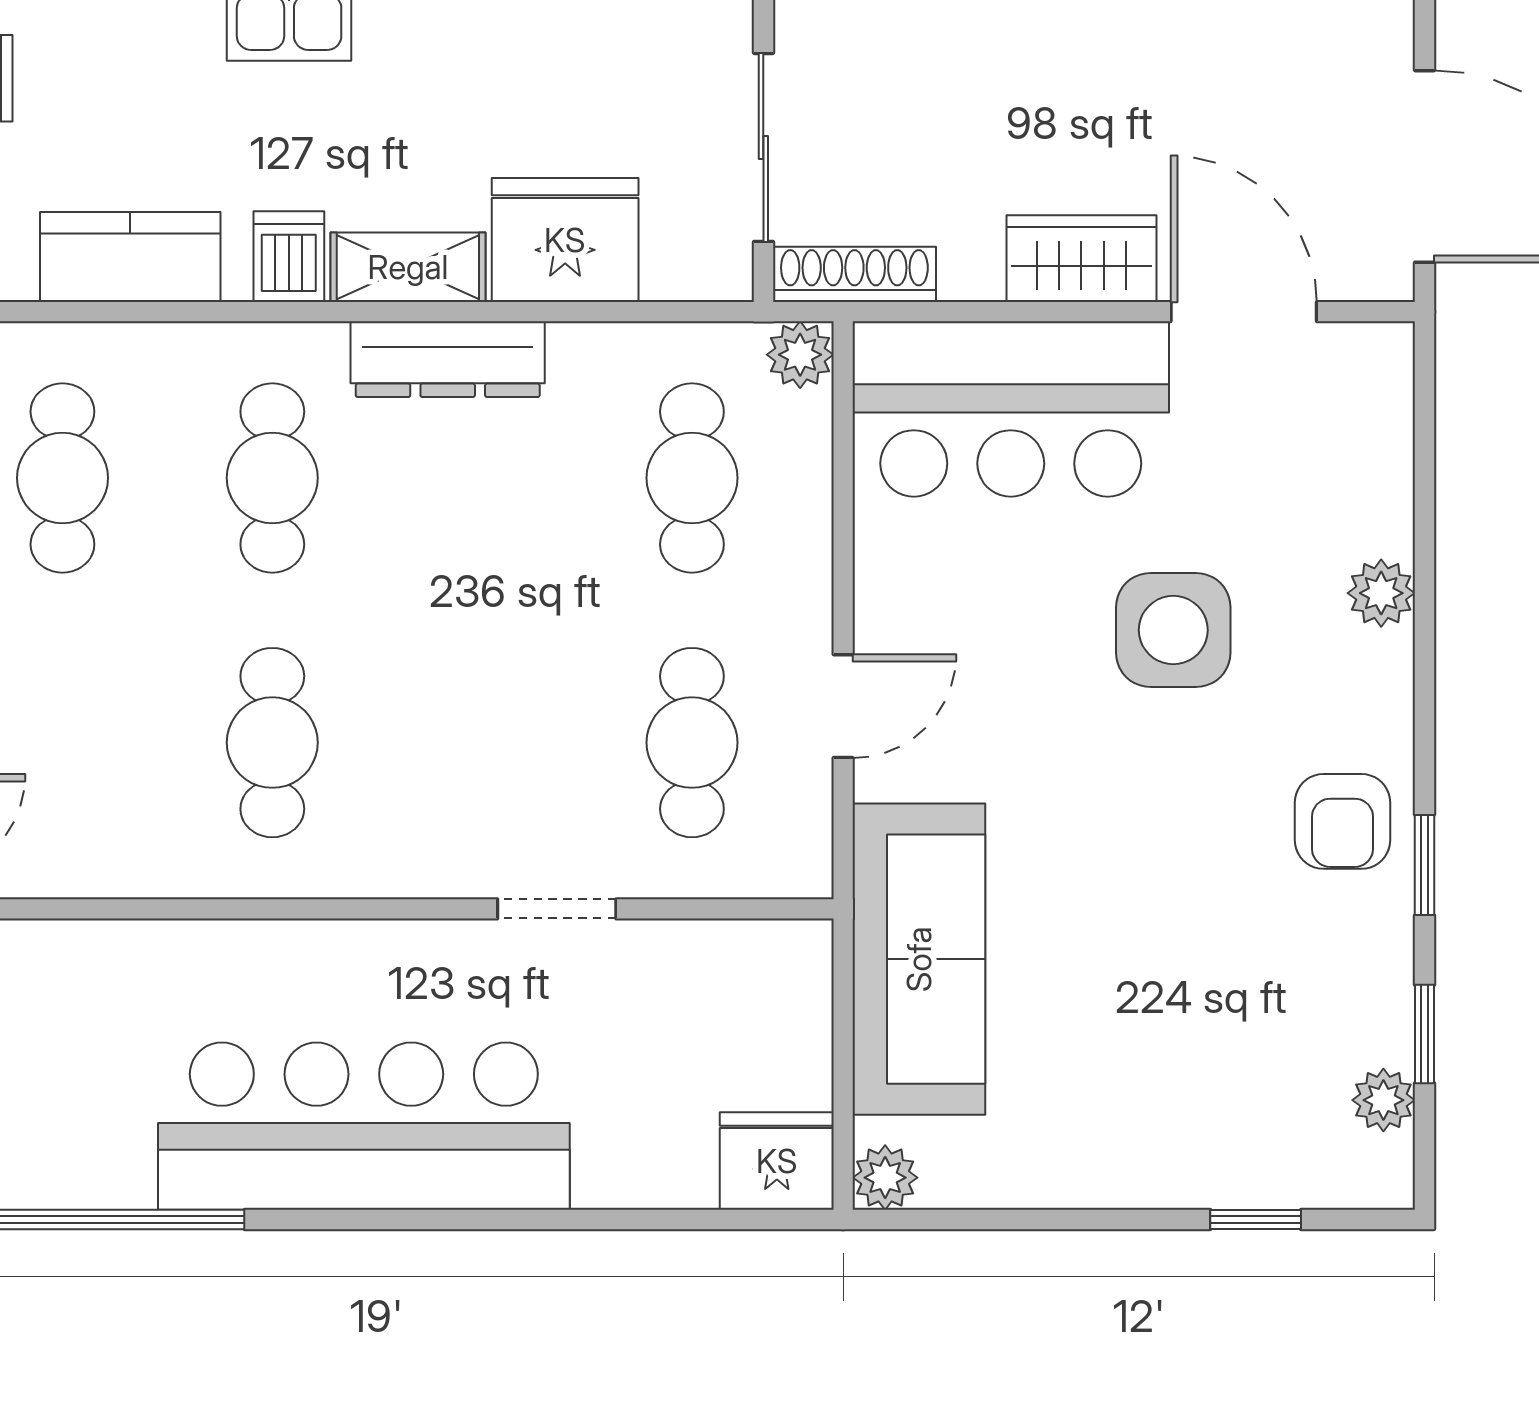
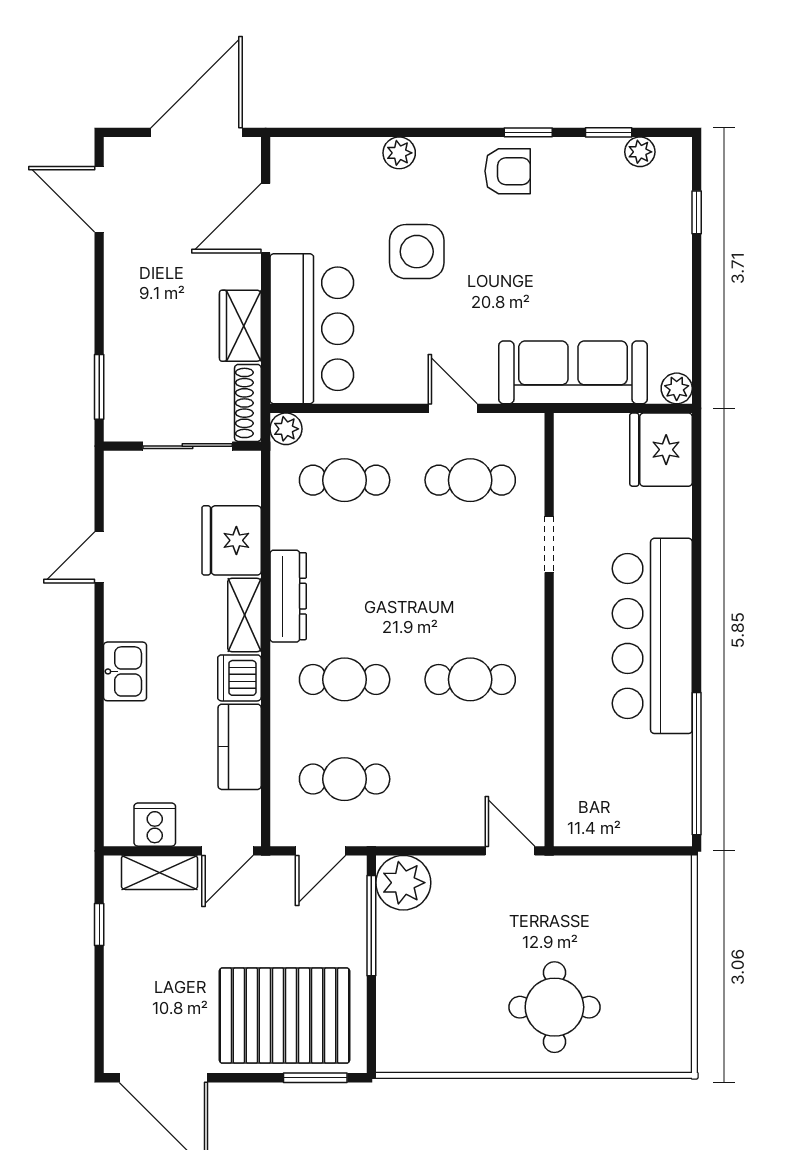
dishwasher: (289, 257) -> (239, 678), width x1.38
wardrobe: (1081, 259) -> (240, 326), moved
fridge: (777, 1161) -> (661, 450), width x1.36, depth x1.34

